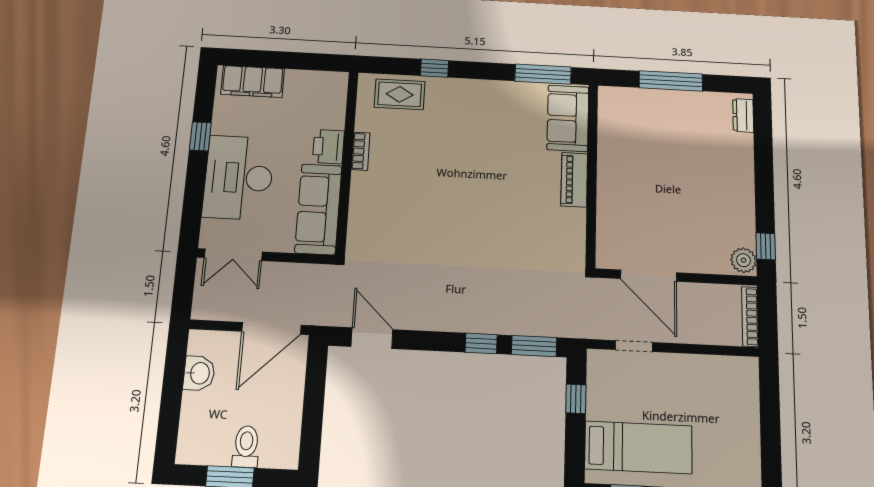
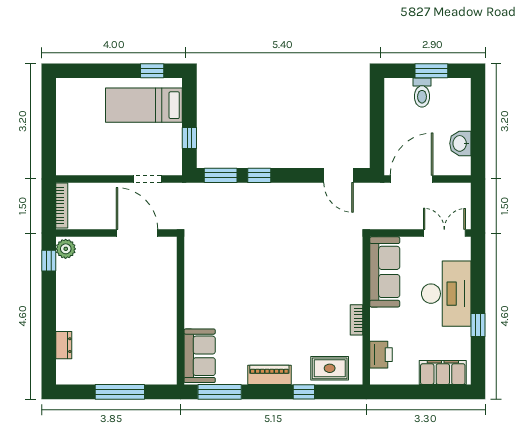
dresser: (743, 115) -> (64, 345), moved
printer: (328, 147) -> (381, 355), moved
piano: (574, 180) -> (269, 375), moved, turned -90

